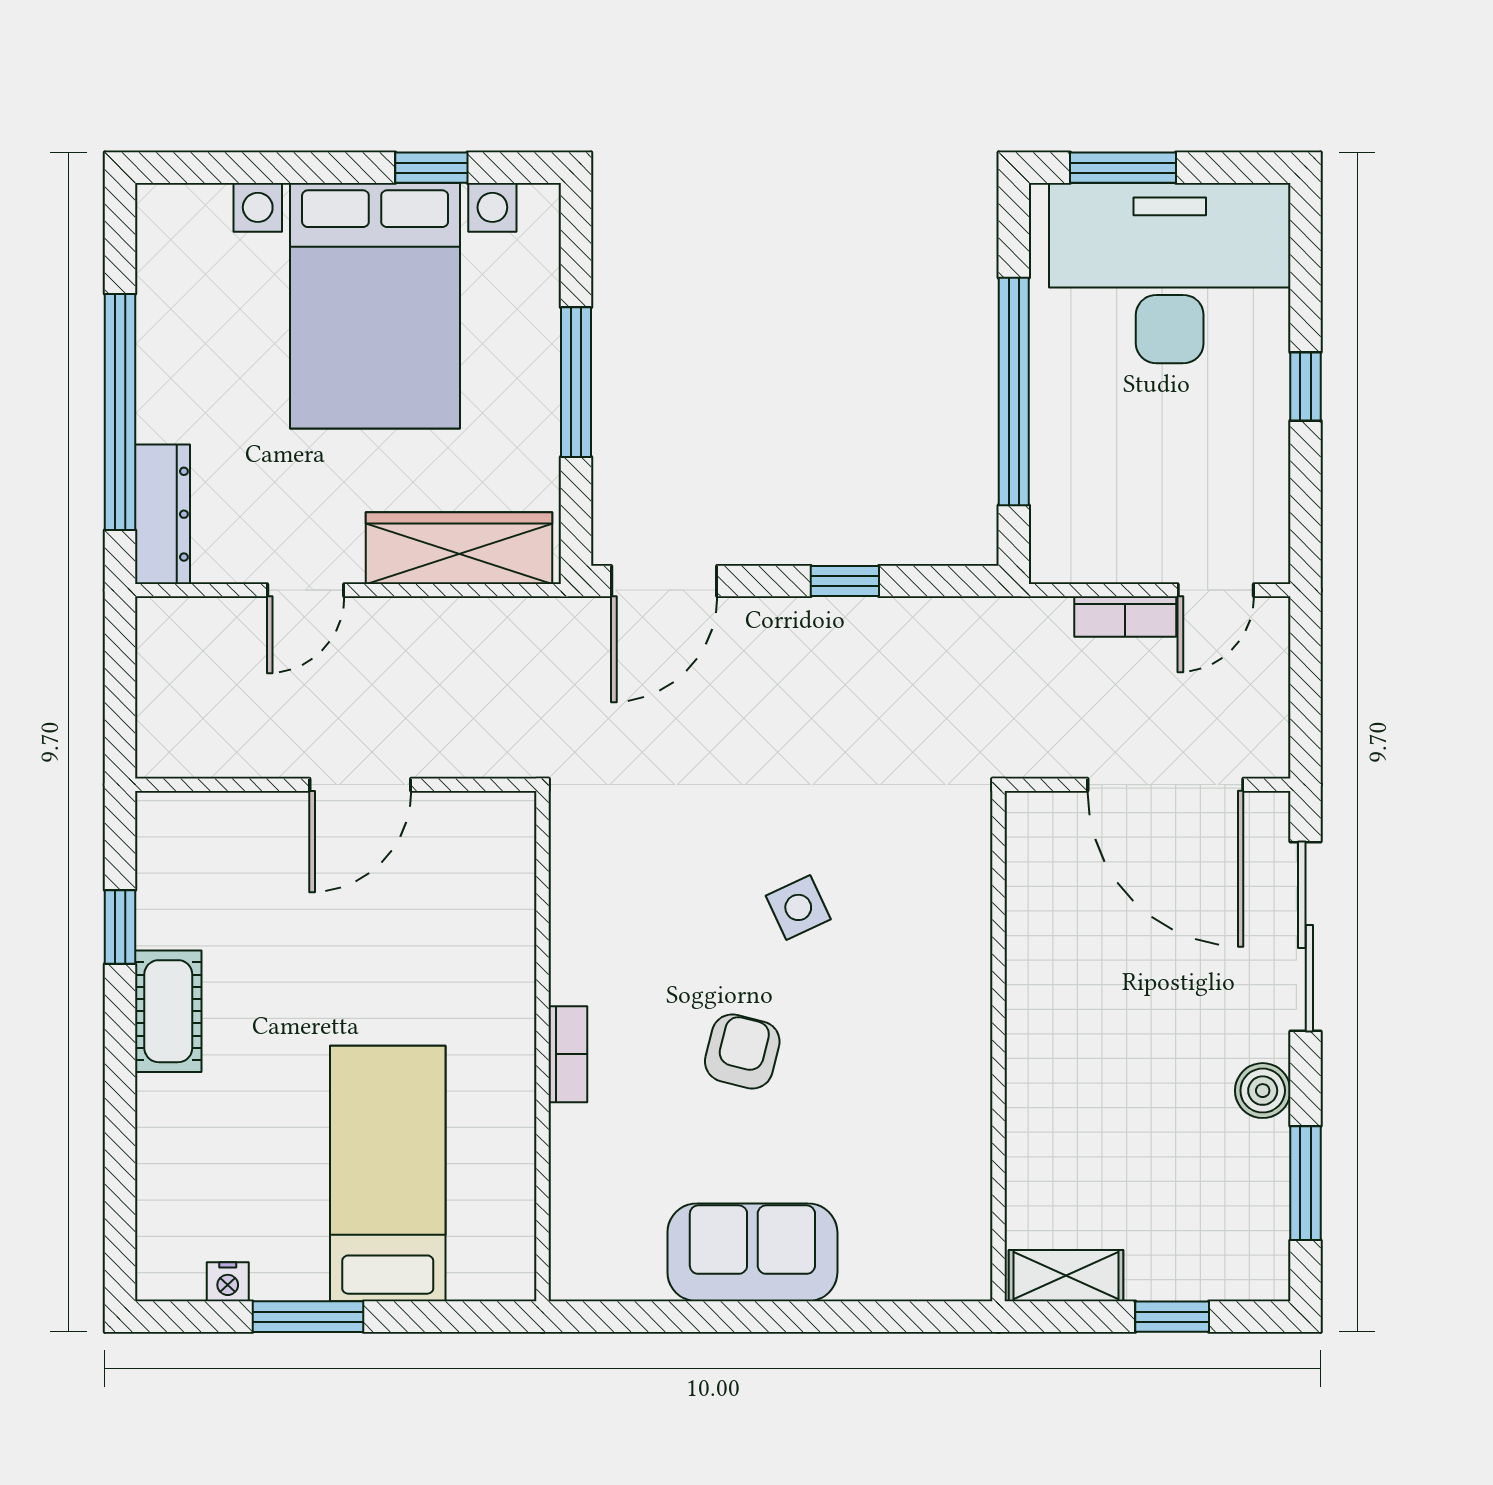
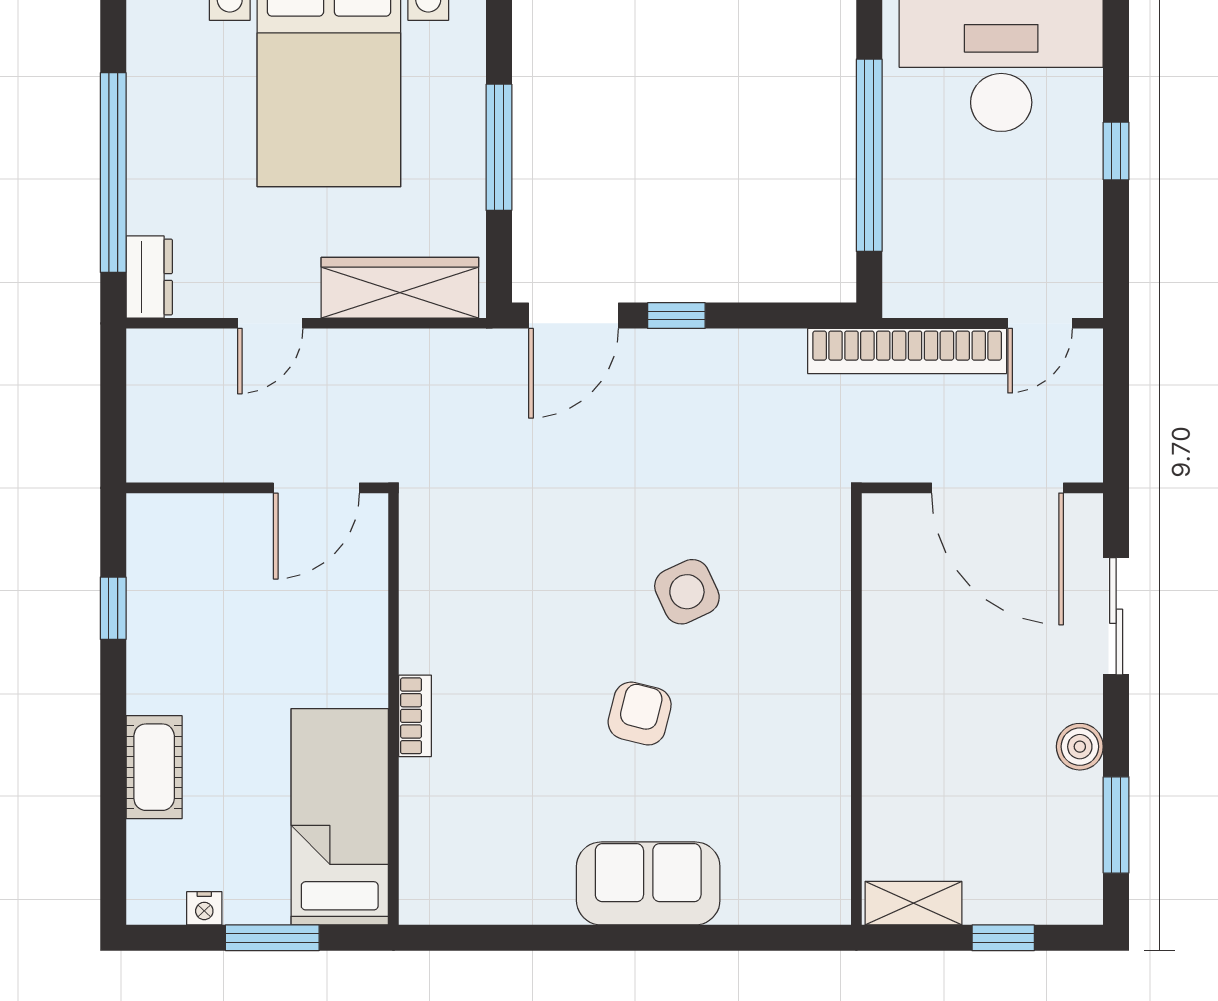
dresser: (163, 514) -> (149, 277), width x0.70
window: (845, 581) -> (676, 316), moved
bookcase: (1125, 617) -> (907, 351), width x2.31, depth x1.31
side table: (798, 907) -> (687, 592), width x1.37, depth x1.37
sliding door: (1306, 936) -> (1116, 616), width x0.73
cot: (168, 1011) -> (154, 767), moved
wall: (543, 1046) -> (394, 709), moved
bookcase: (568, 1054) -> (415, 716), moved

